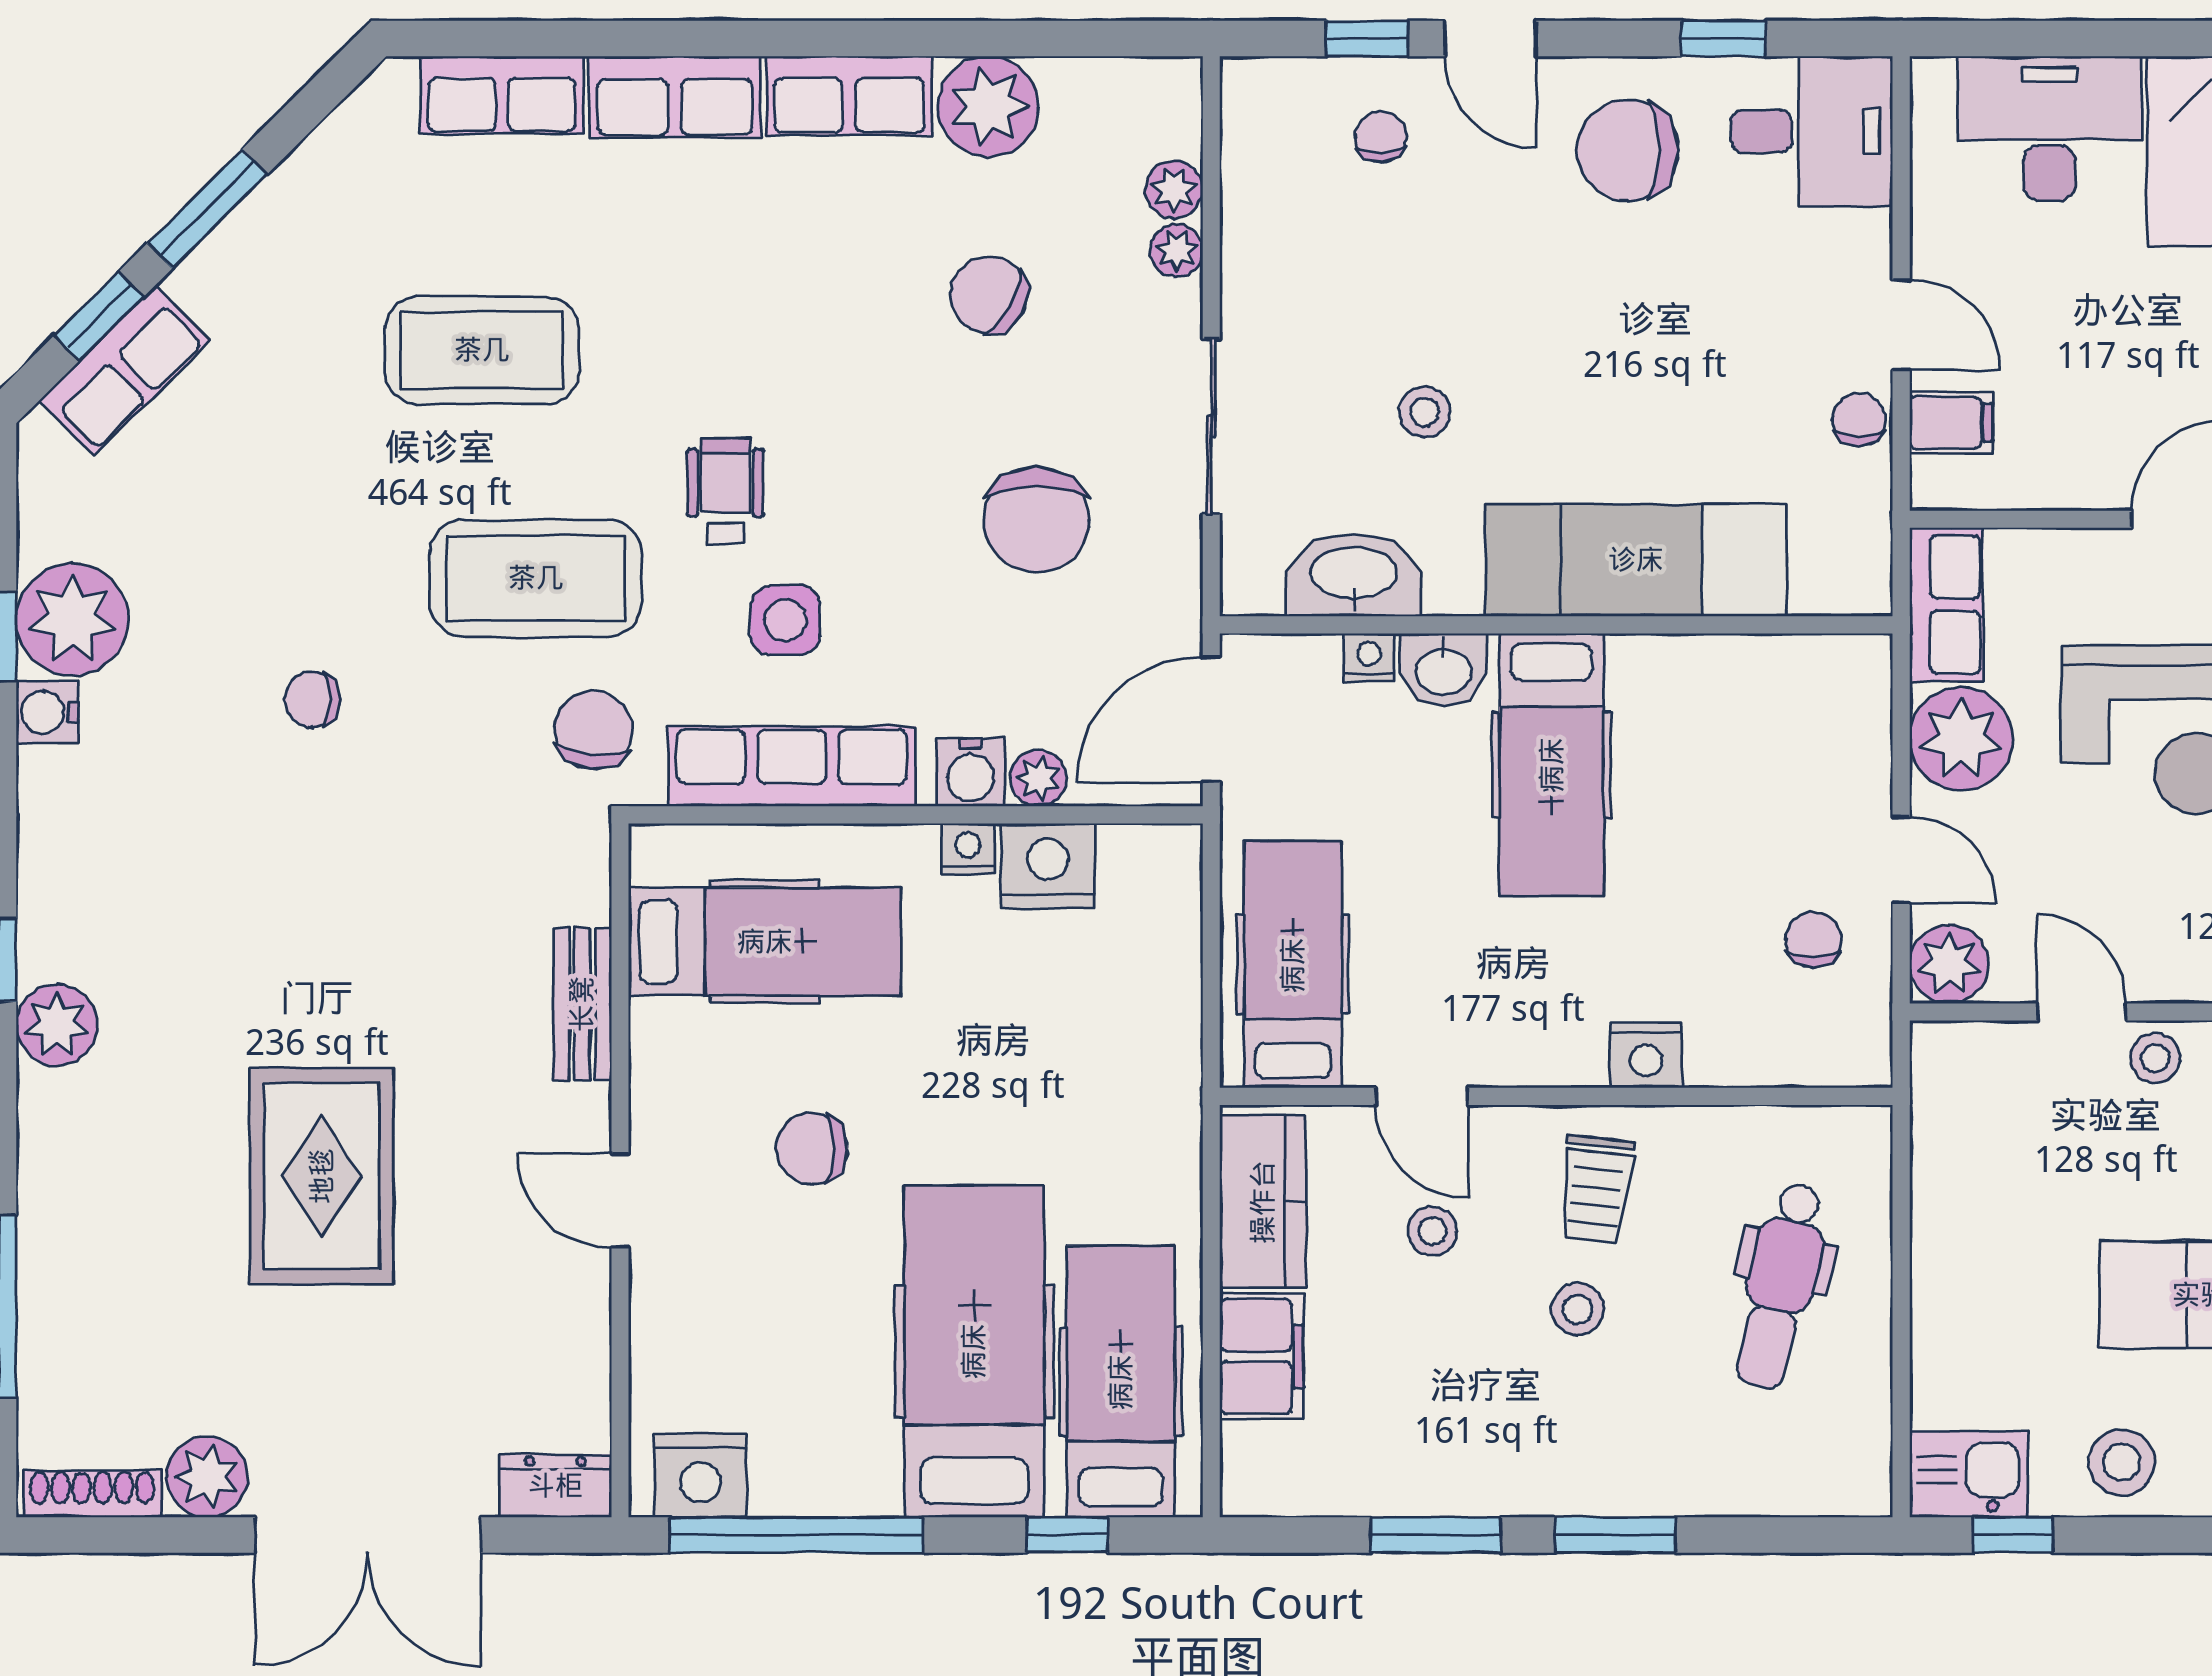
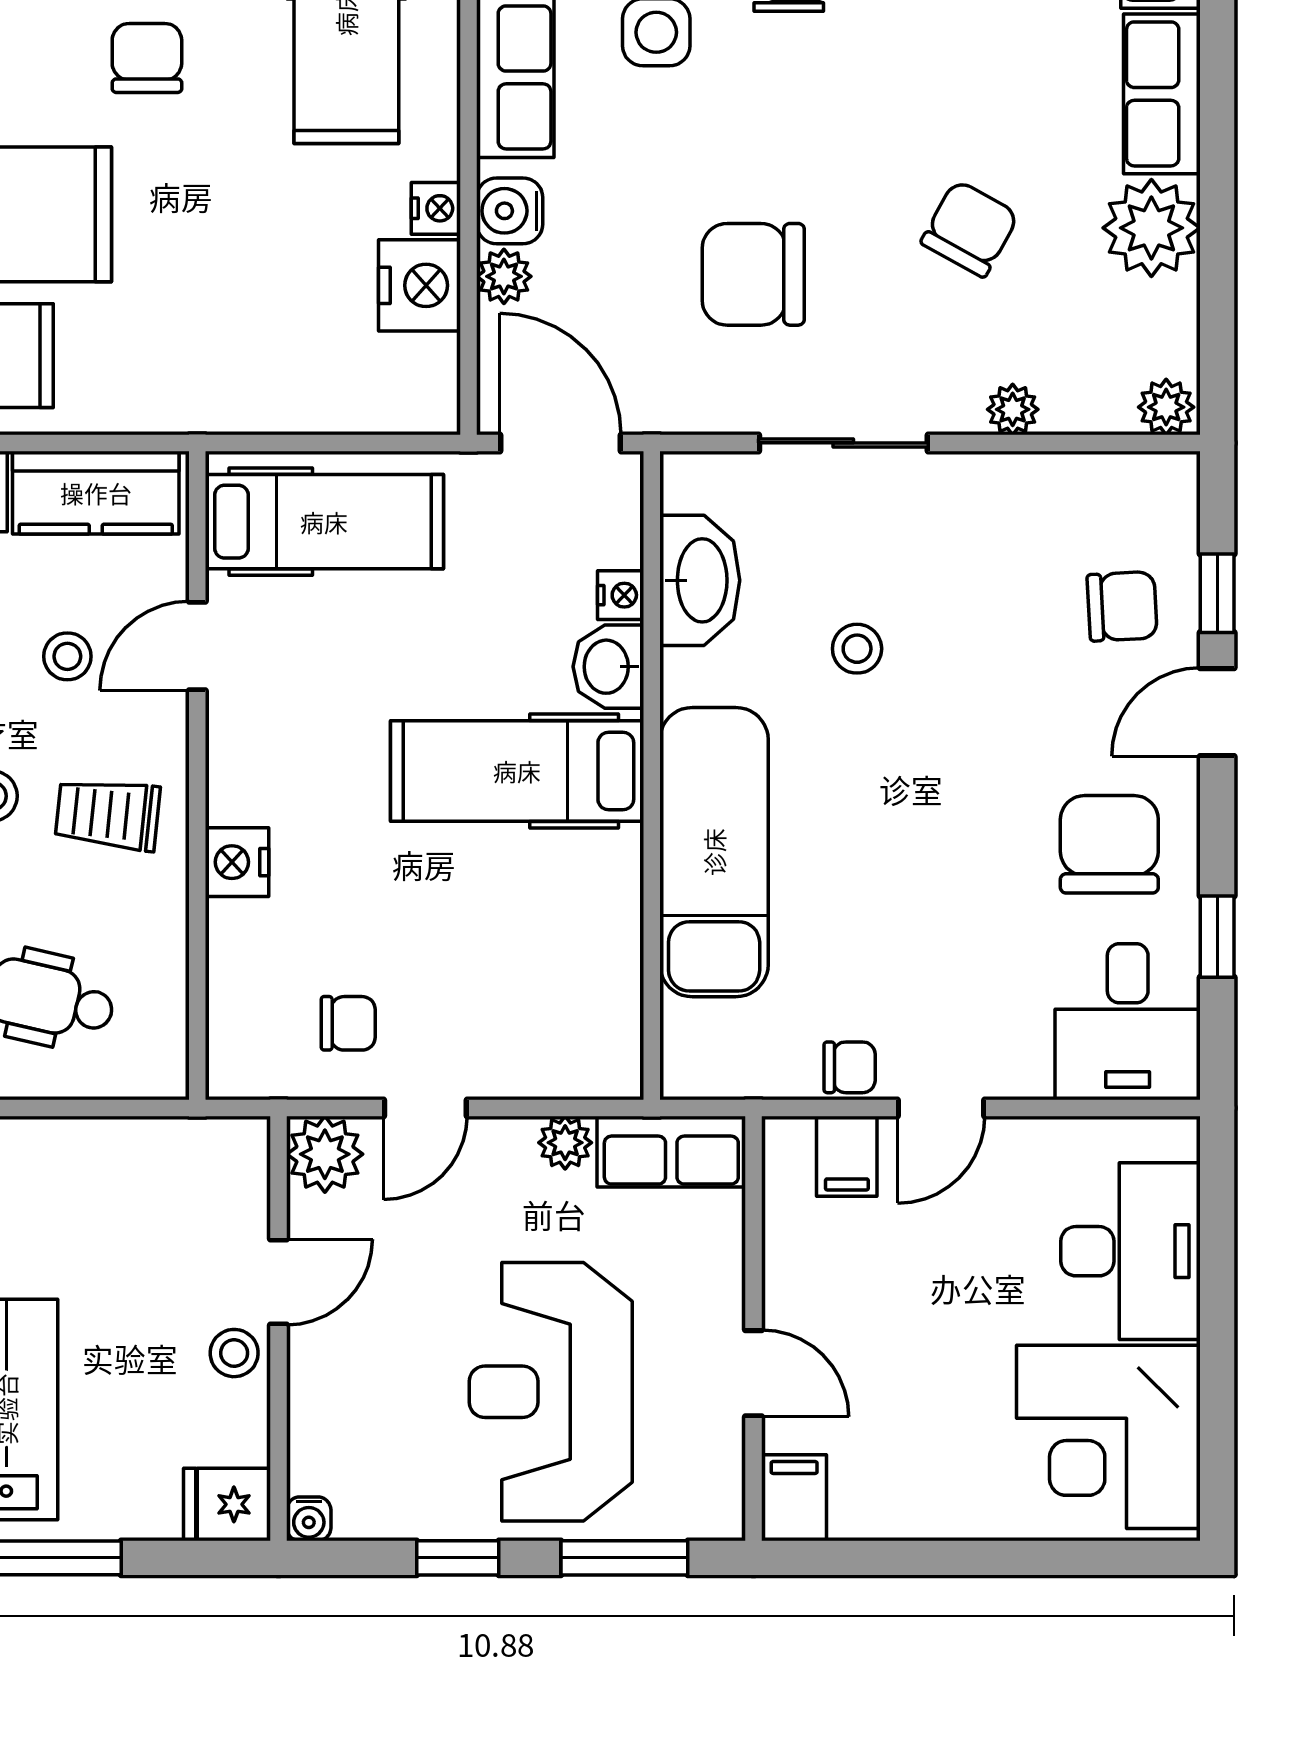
chair: (1381, 137) -> (1122, 606), width x1.37, depth x1.37
plant: (1174, 190) -> (1166, 407), moved
plant: (1961, 739) -> (565, 1143), width x0.53, depth x0.53

